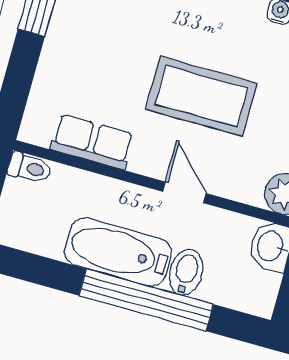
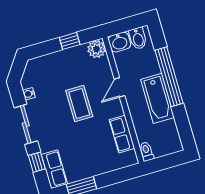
coffee table: (201, 96) -> (79, 103), width x0.73, depth x0.76
bidet: (186, 272) -> (138, 38), moved, turned -90

